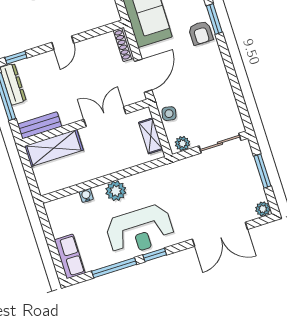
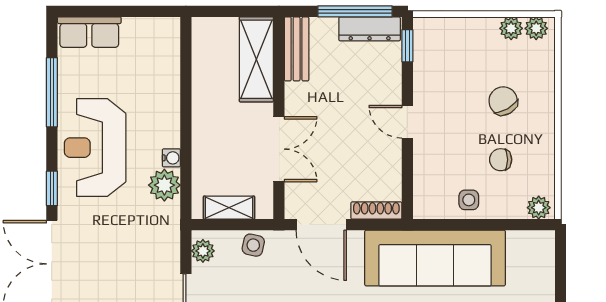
plant: (116, 191) -> (164, 185), moved
water cooler: (86, 195) -> (171, 158), moved
window: (155, 255) -> (52, 188), moved

